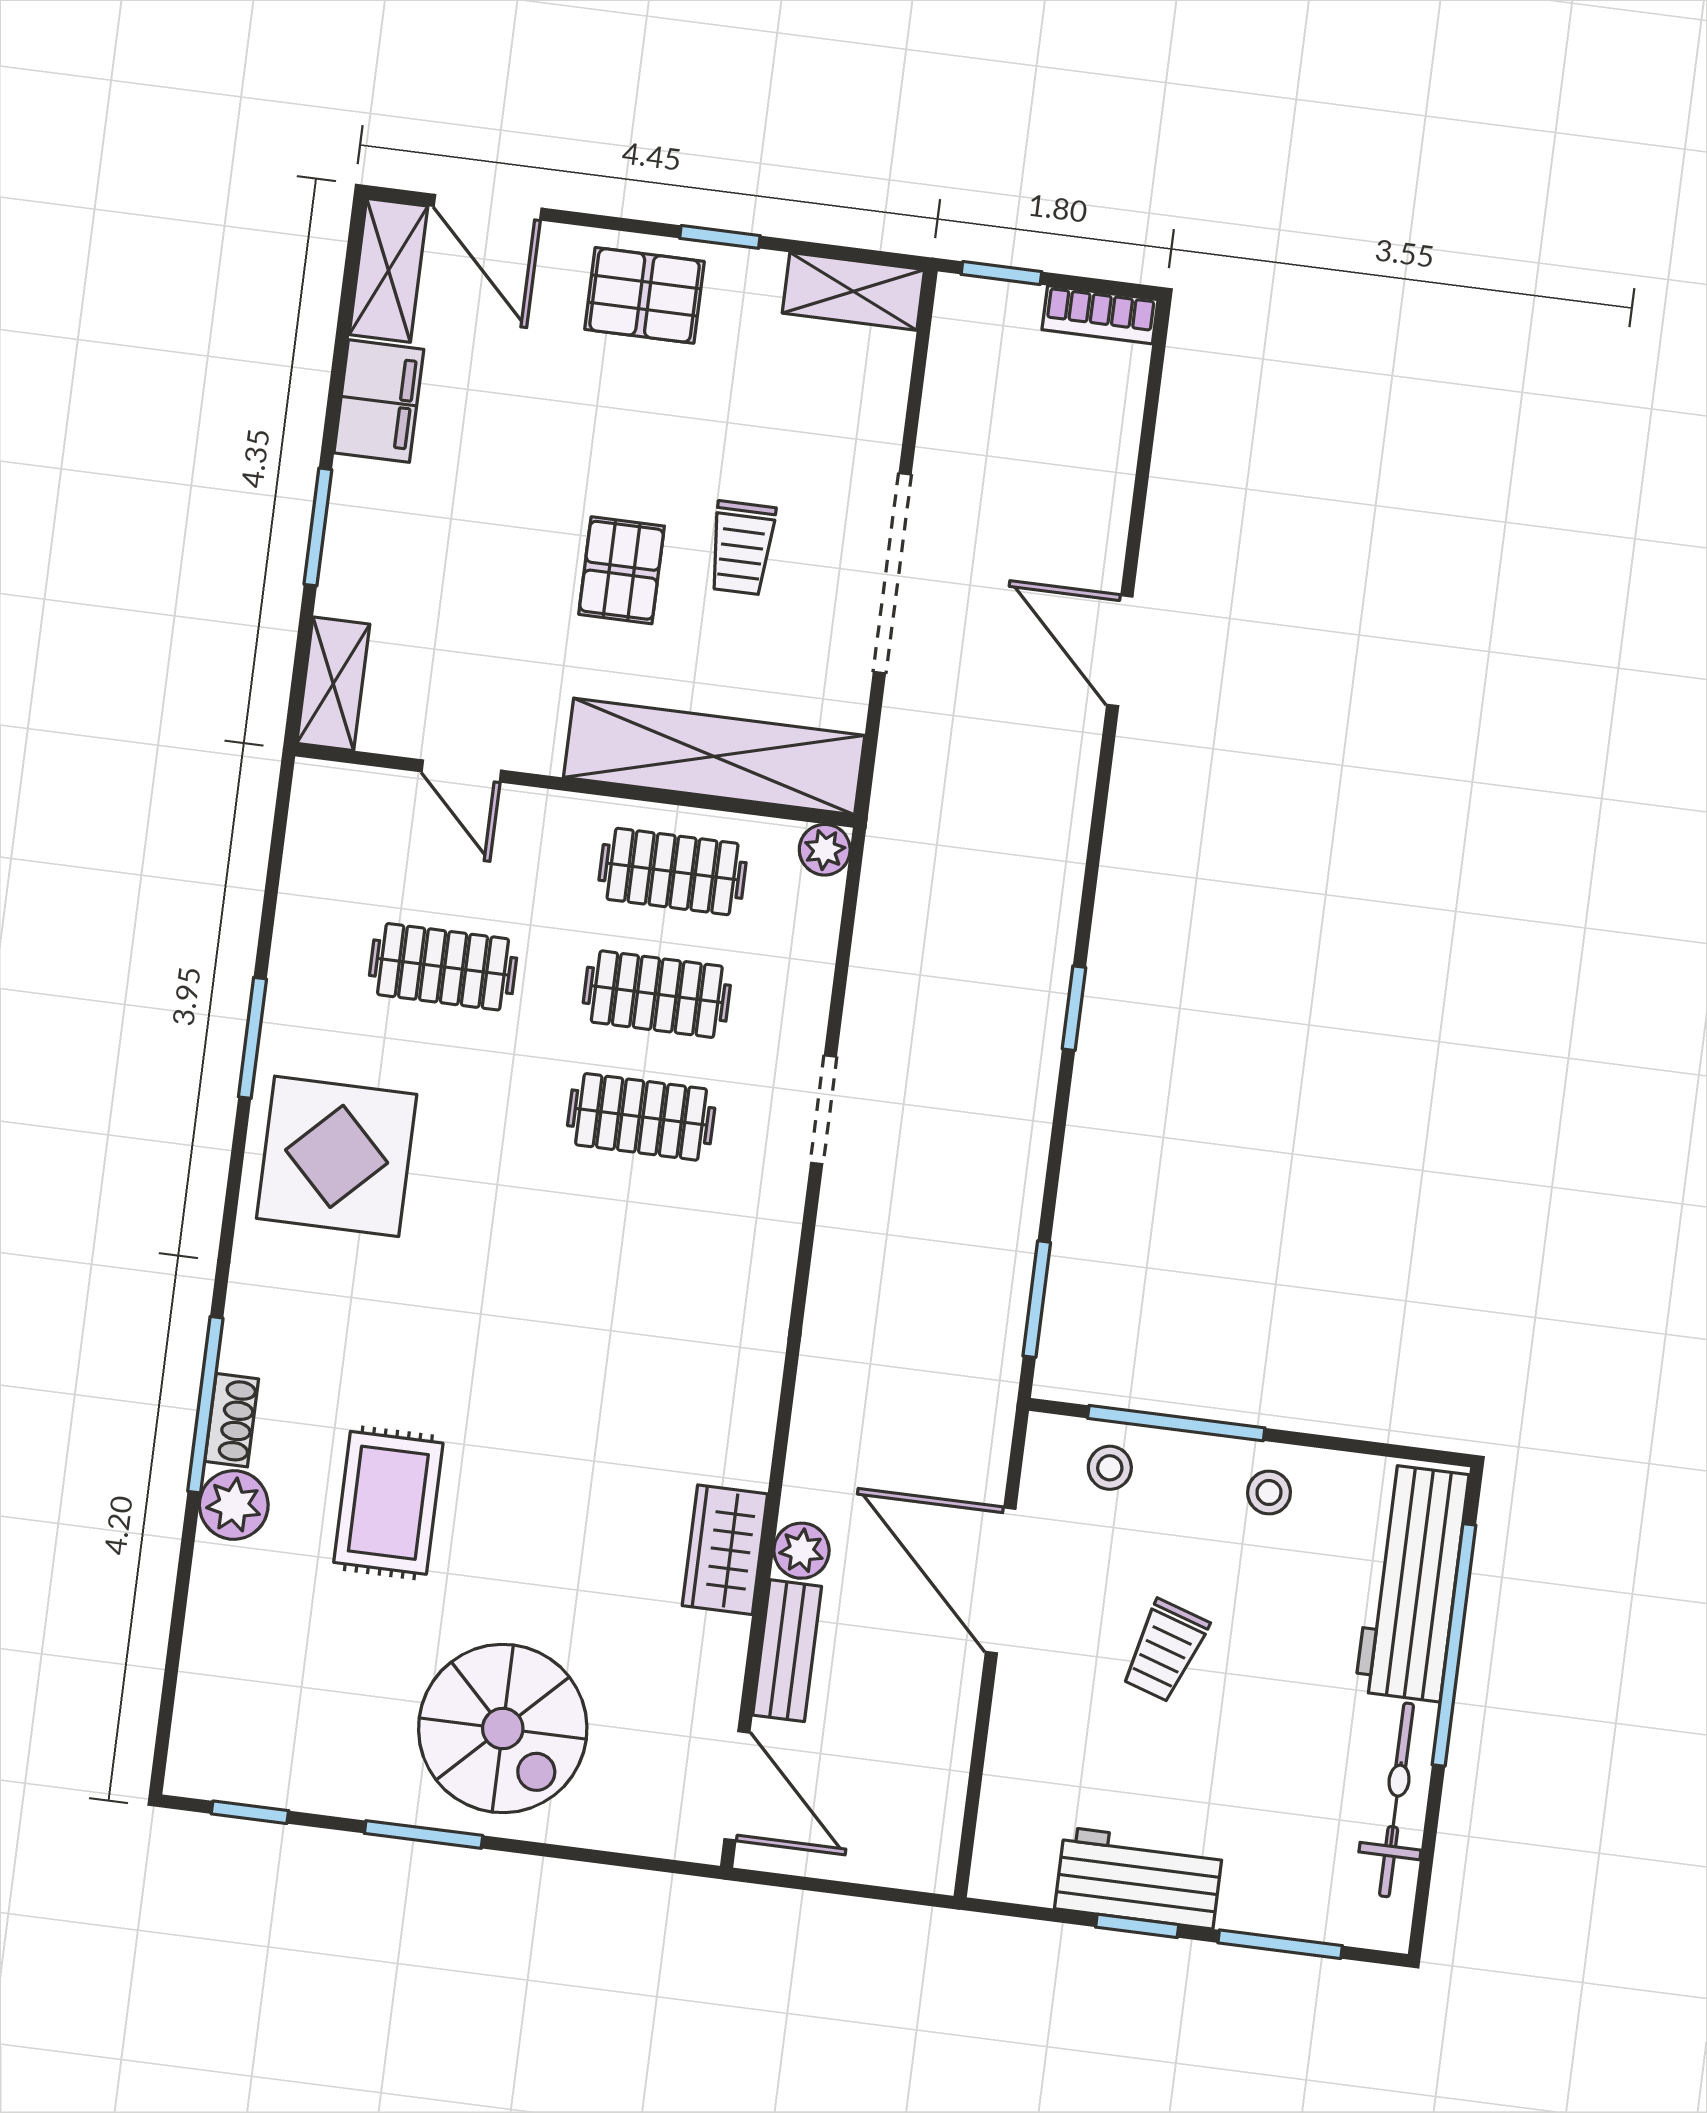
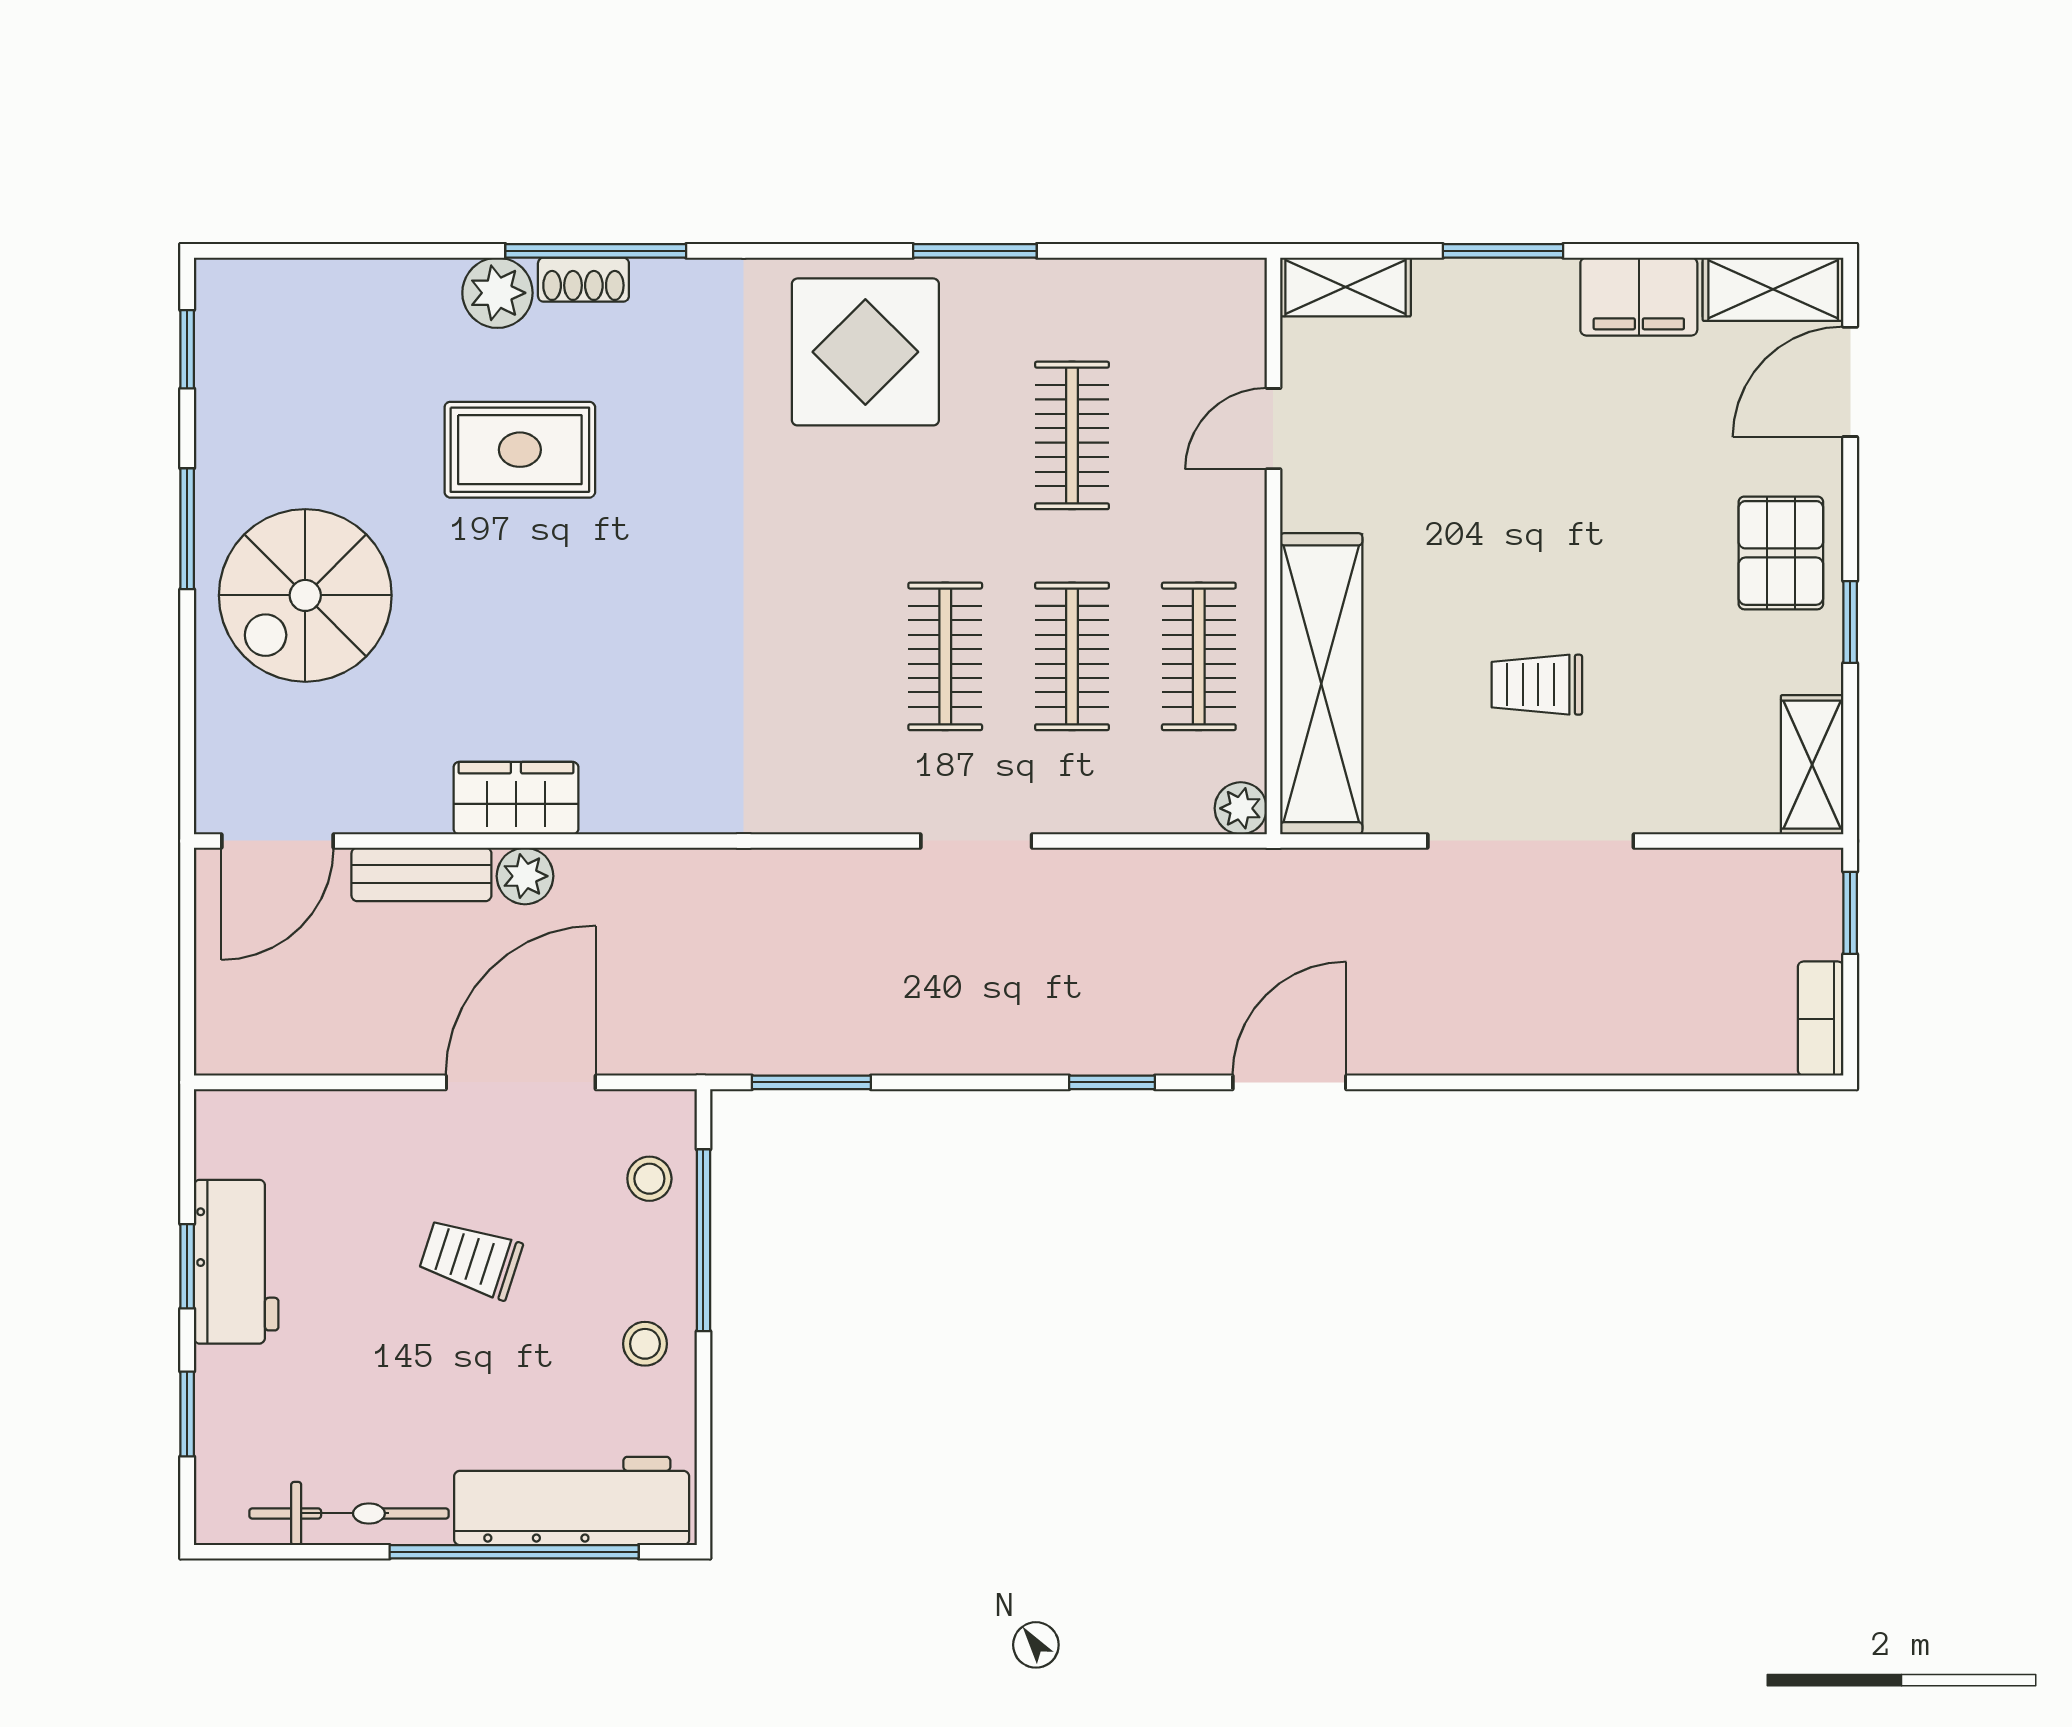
pallet: (622, 570) -> (1498, 565), removed
door: (1120, 651) -> (1289, 1082), moved
window: (1280, 1944) -> (187, 1414), width x0.67

